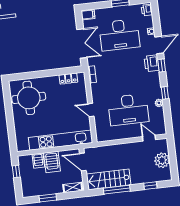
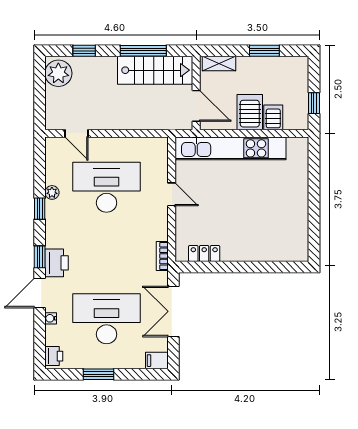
round table: (29, 98) -> (277, 228), removed
plant: (162, 160) -> (58, 73), moved

